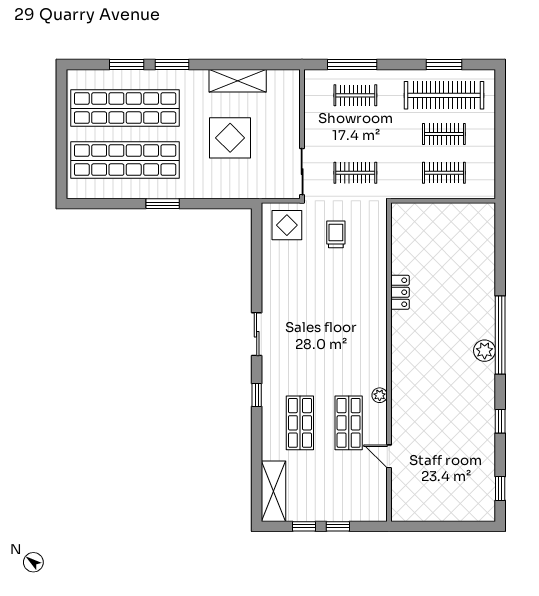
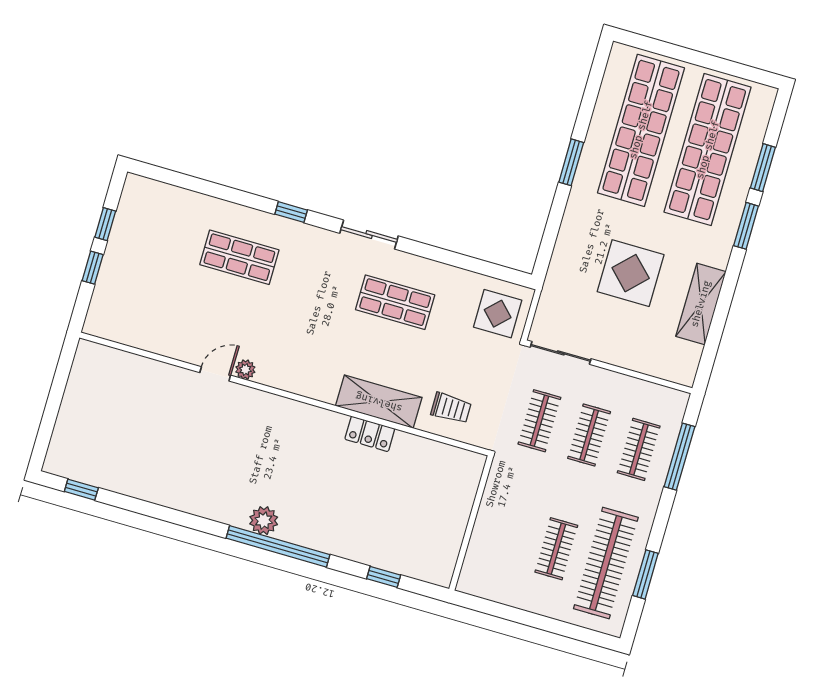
clothes rail: (444, 173) -> (589, 435), moved
trolley: (336, 234) -> (451, 408), moved
window: (500, 421) -> (384, 577), moved
shop shelf: (349, 423) -> (395, 302), moved
door: (389, 456) -> (215, 374), moved
shelving: (274, 491) -> (379, 402), moved

